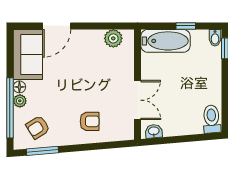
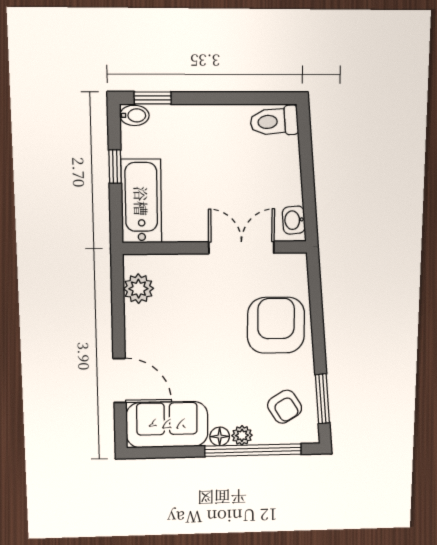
armchair: (90, 121) -> (276, 325), width x1.88, depth x1.88

